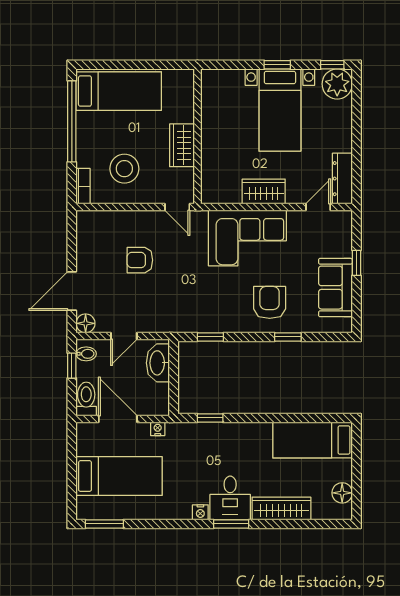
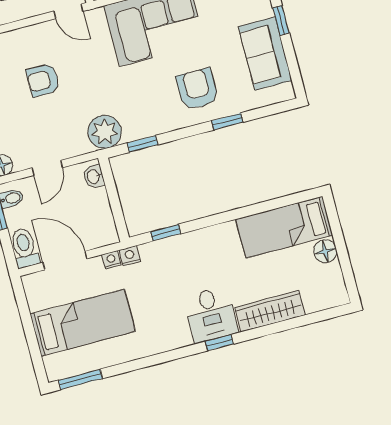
plant: (181, 318) -> (105, 132), added
washbasin: (158, 363) -> (94, 177), width x0.52, depth x0.69
floor lamp: (342, 493) -> (325, 251), moved
nightstand: (200, 512) -> (130, 256), moved, turned 180
window: (231, 524) -> (219, 343), width x0.67

